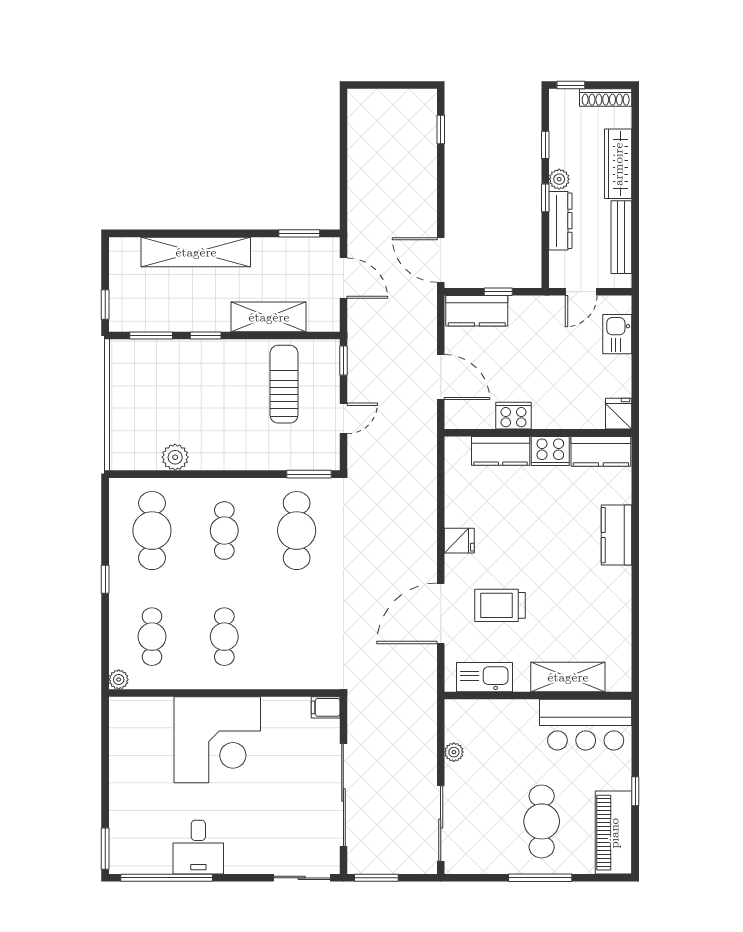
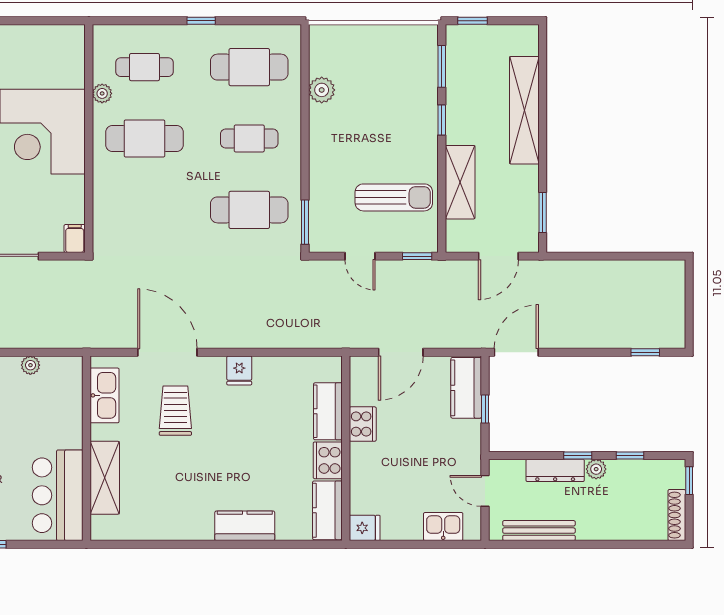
wardrobe: (618, 164) -> (611, 527), removed
cafe table: (224, 637) -> (145, 138), width x1.37, depth x1.35
plant: (119, 680) -> (102, 93), moved

